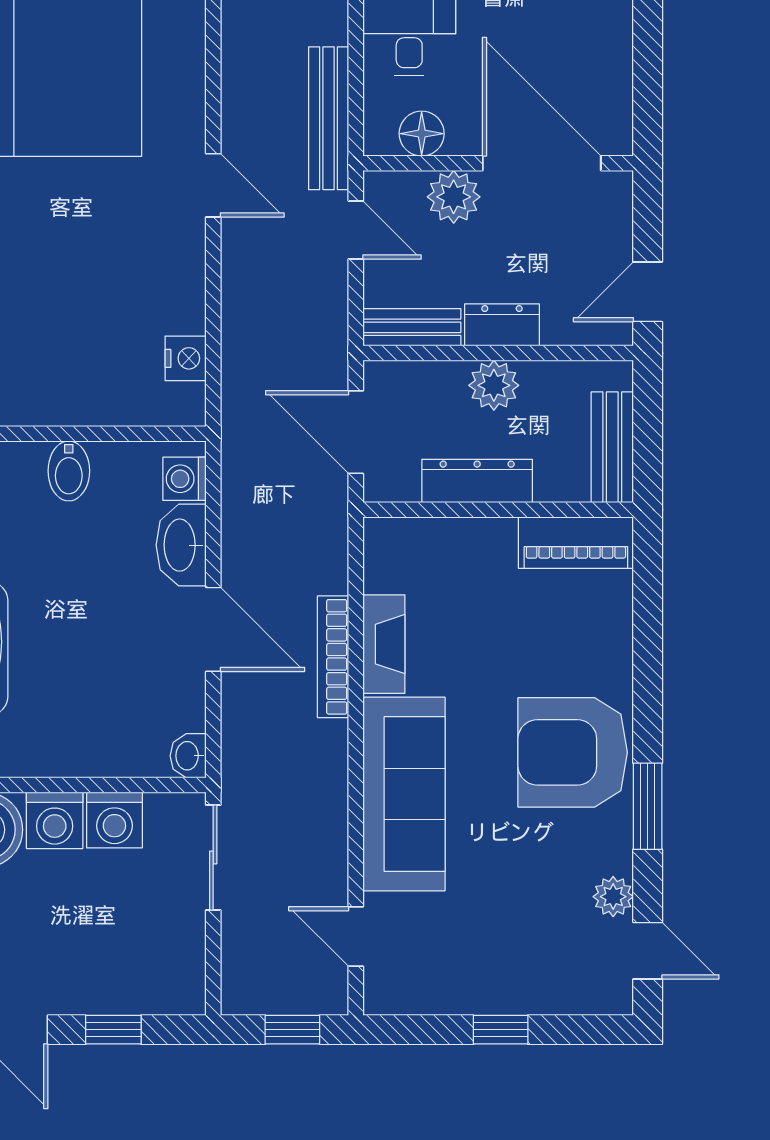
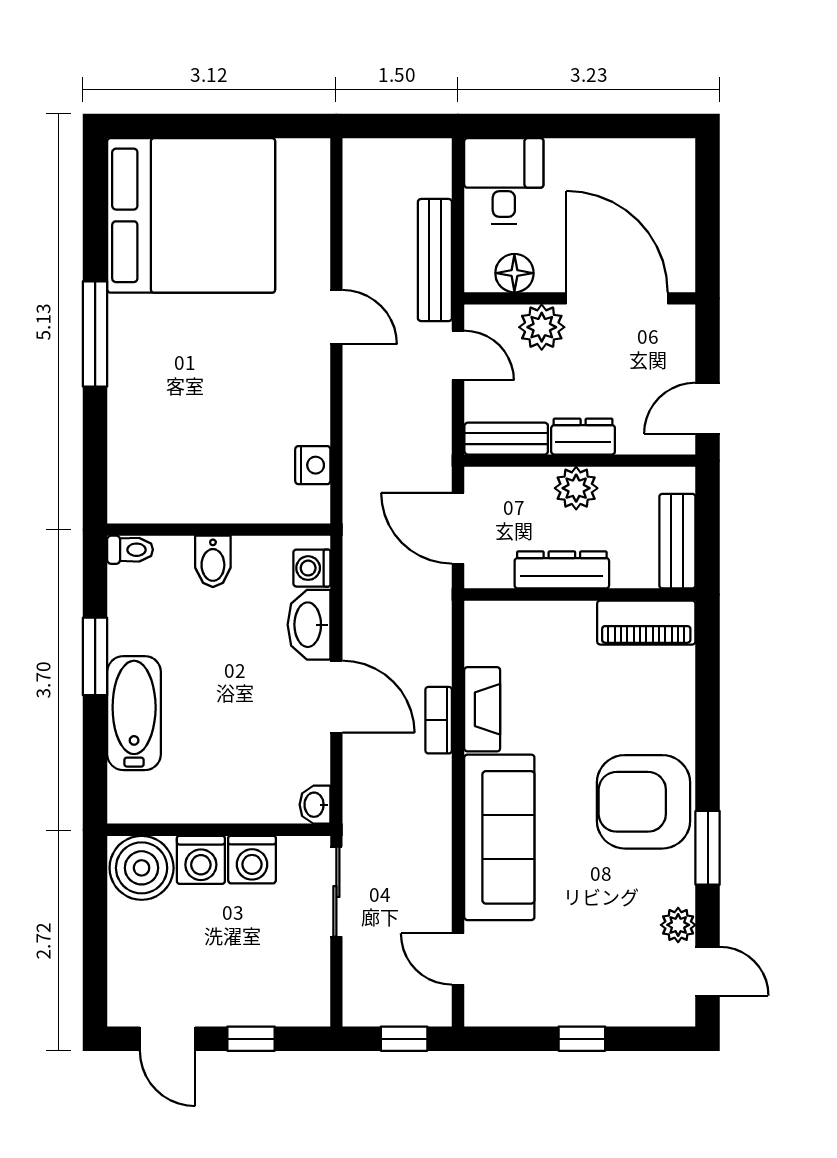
bookcase: (333, 657) -> (439, 720), width x0.64

